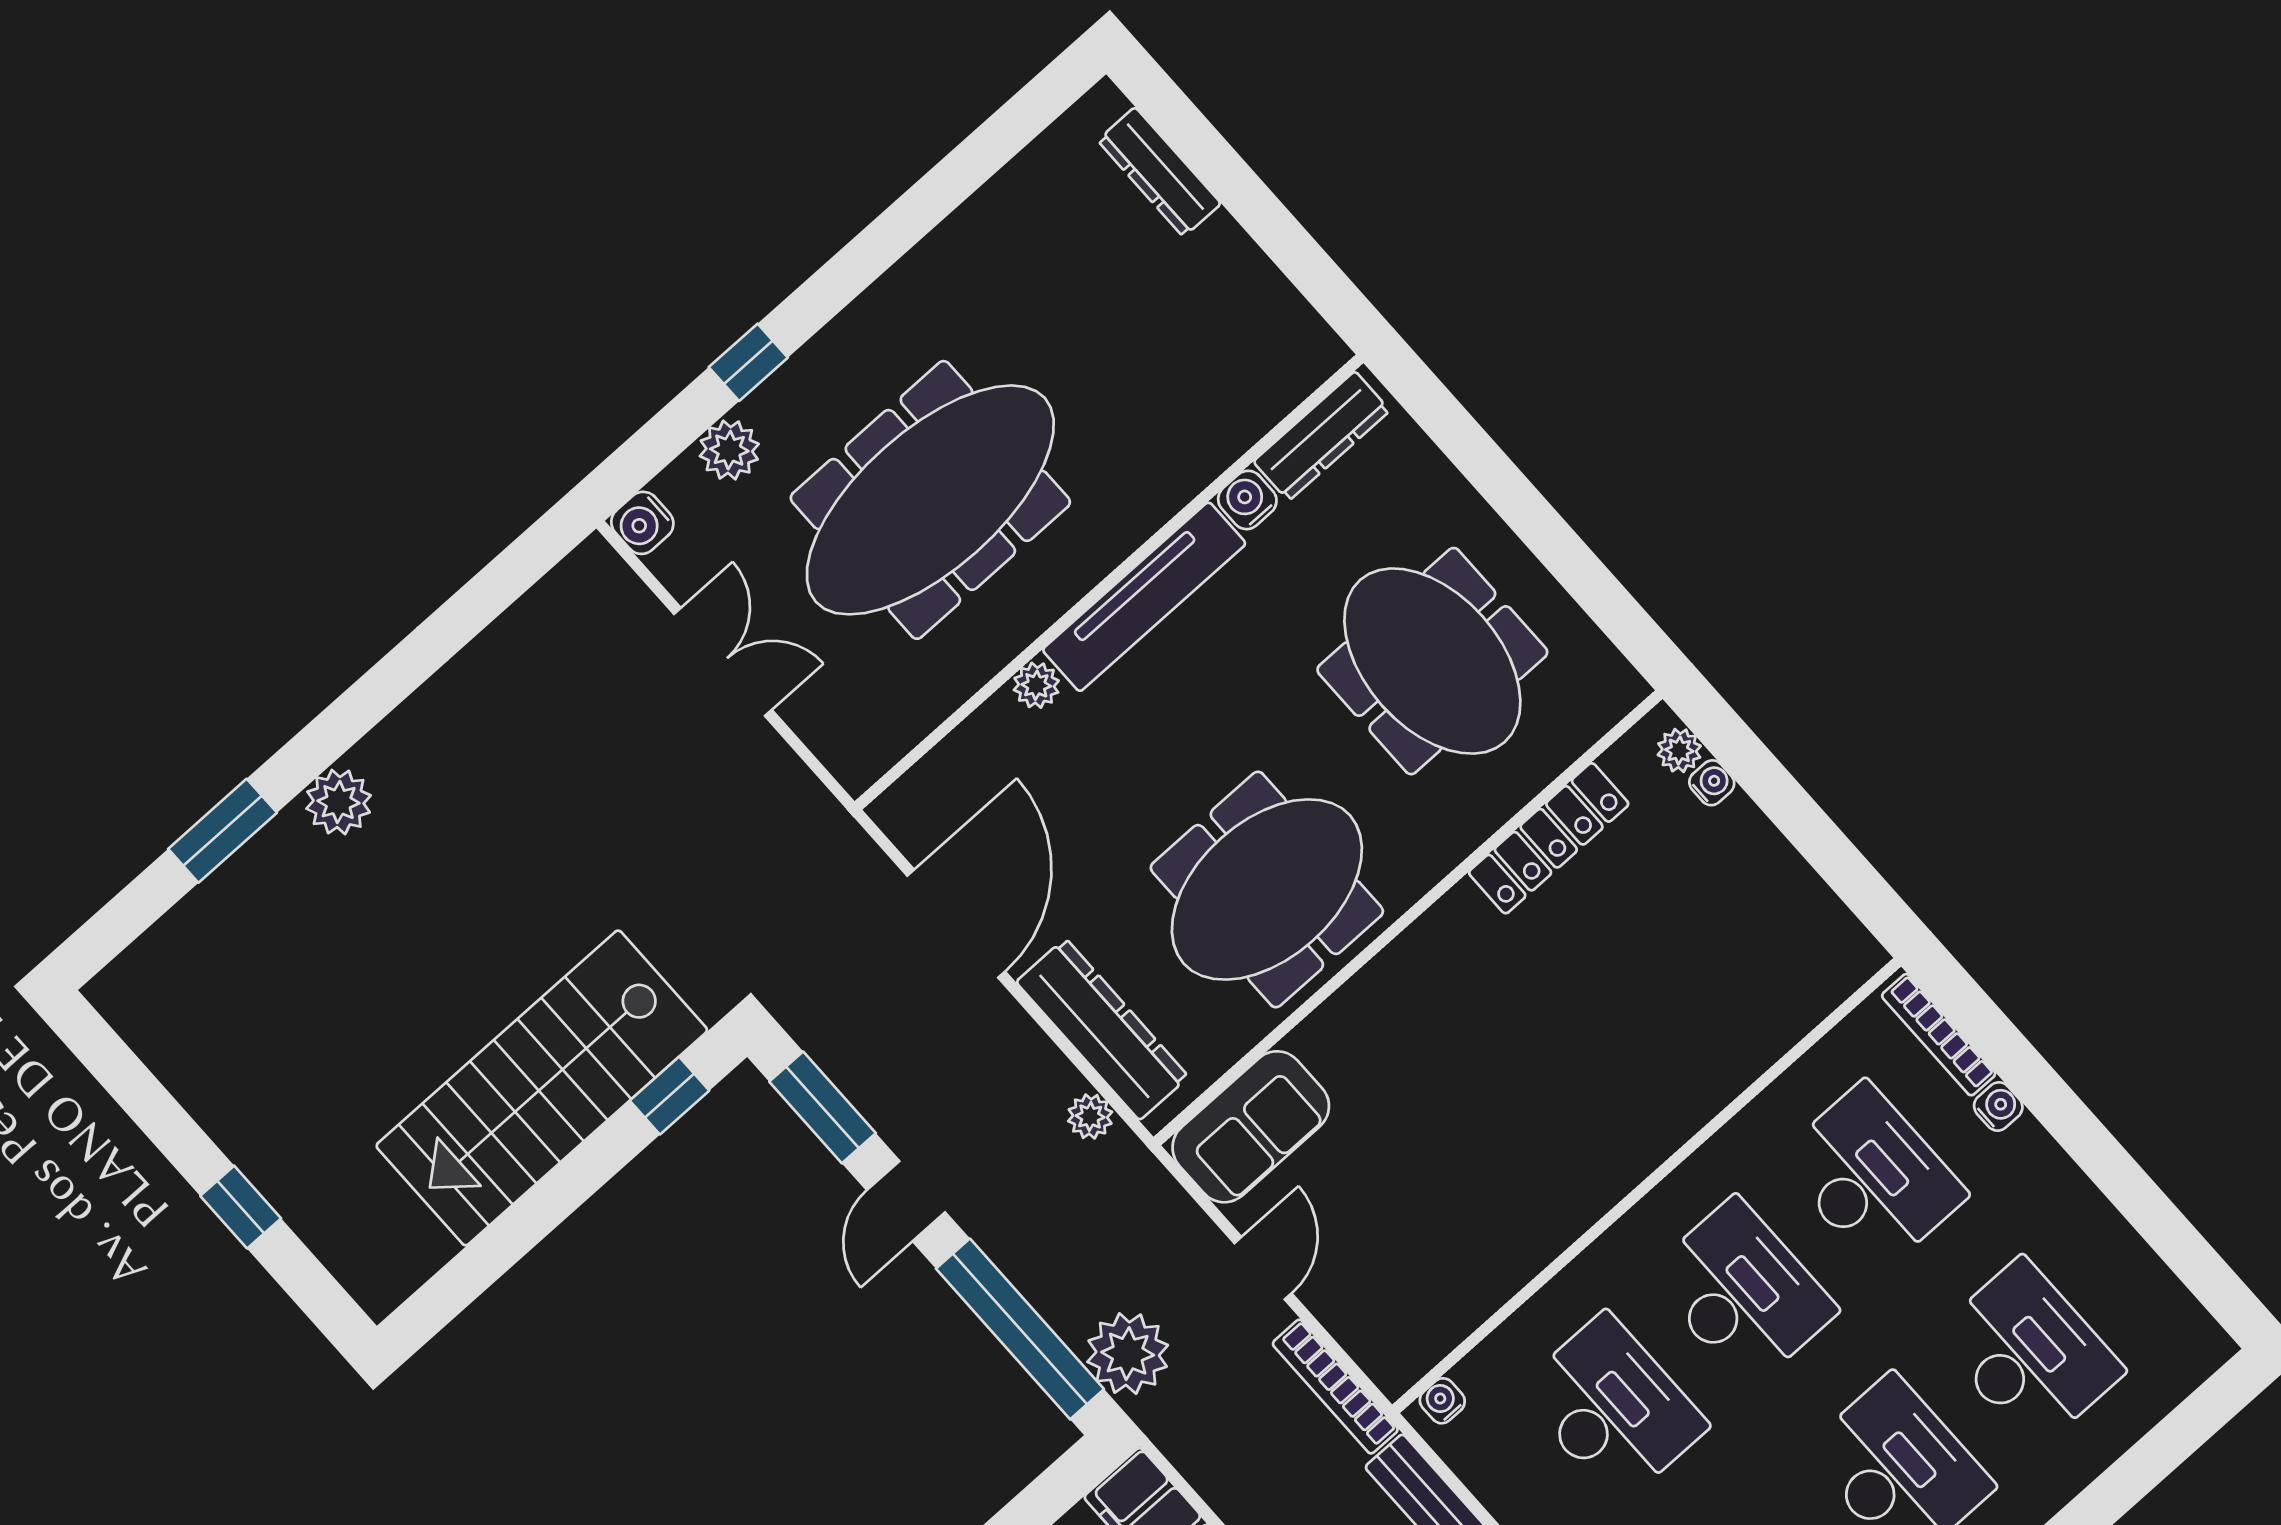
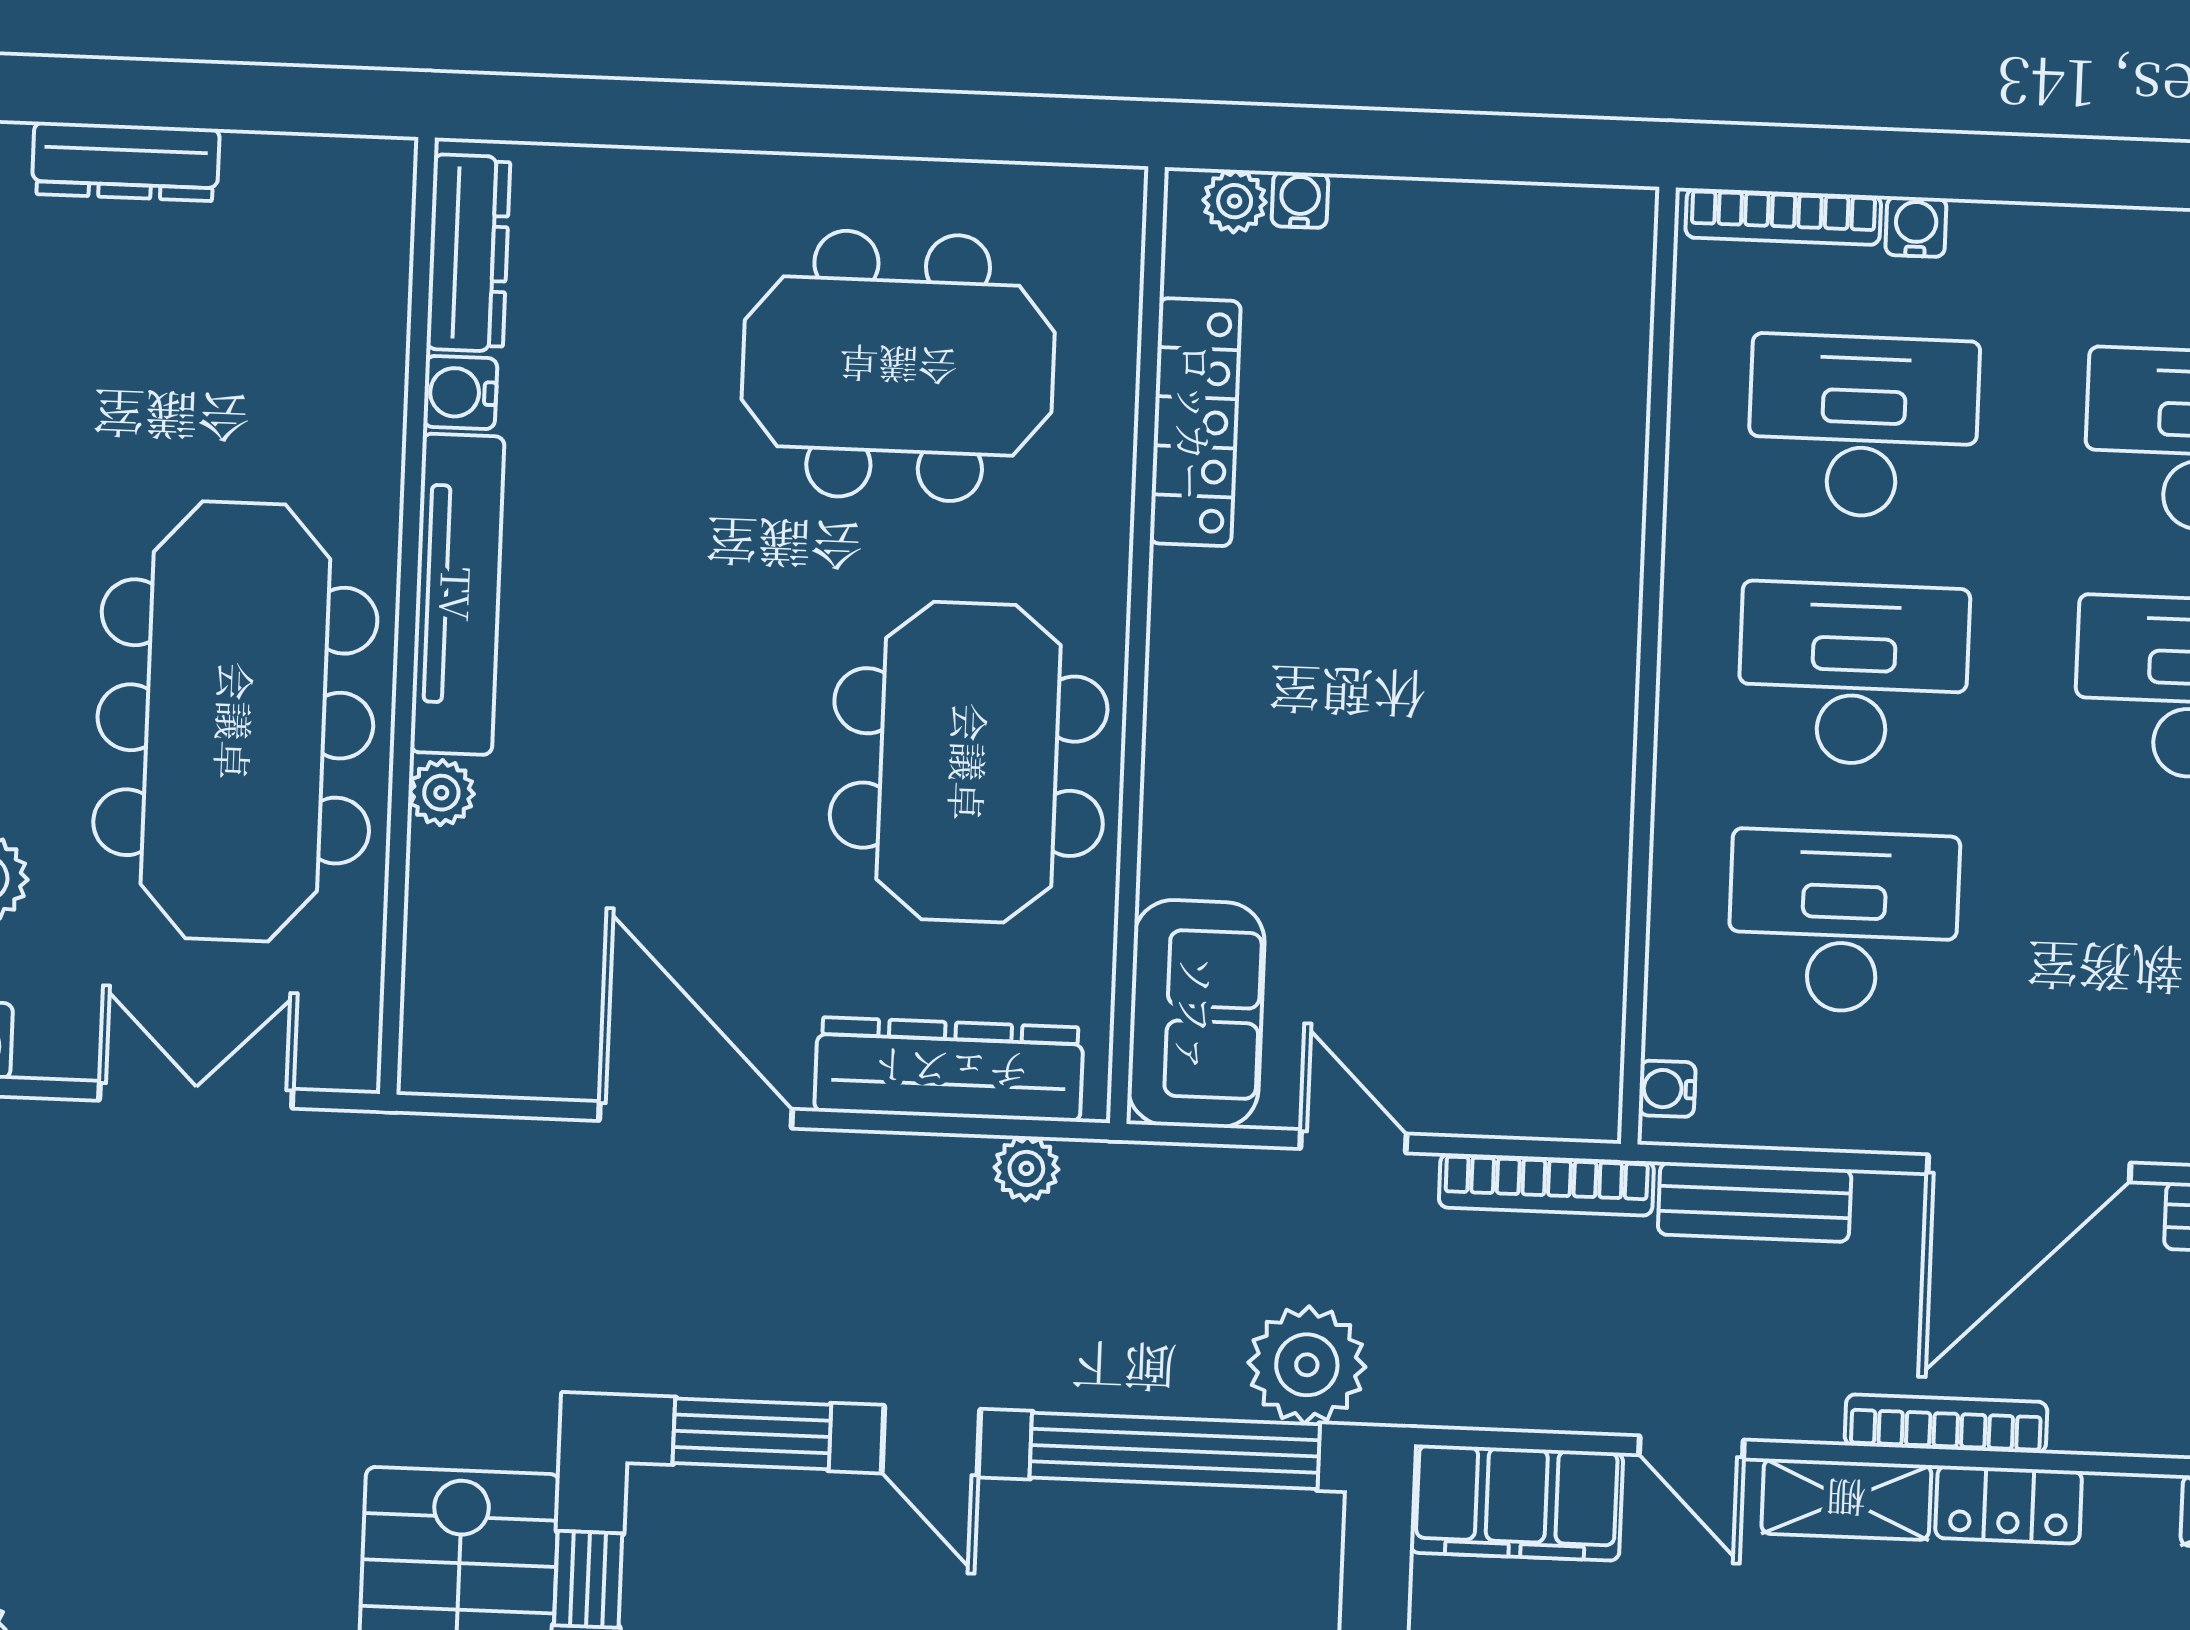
dresser: (1322, 436) -> (468, 253), moved
water cooler: (1247, 500) -> (460, 393), moved
wall: (1109, 582) -> (407, 616), moved
tv unit: (1144, 597) -> (457, 594), moved
plant: (1036, 685) -> (441, 793), moved

